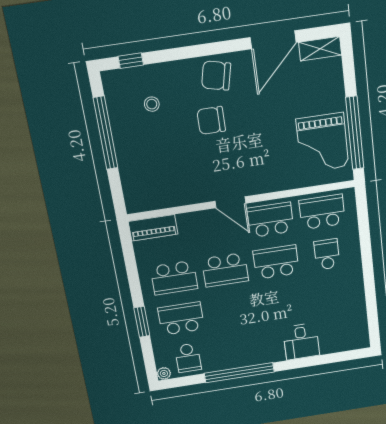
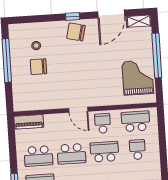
window: (131, 61) -> (73, 16), moved
chair: (211, 120) -> (38, 67), moved
window: (355, 133) -> (157, 55), moved
grand piano: (322, 143) -> (138, 77), turned 180
school desk: (270, 220) -> (103, 123), width x0.54

